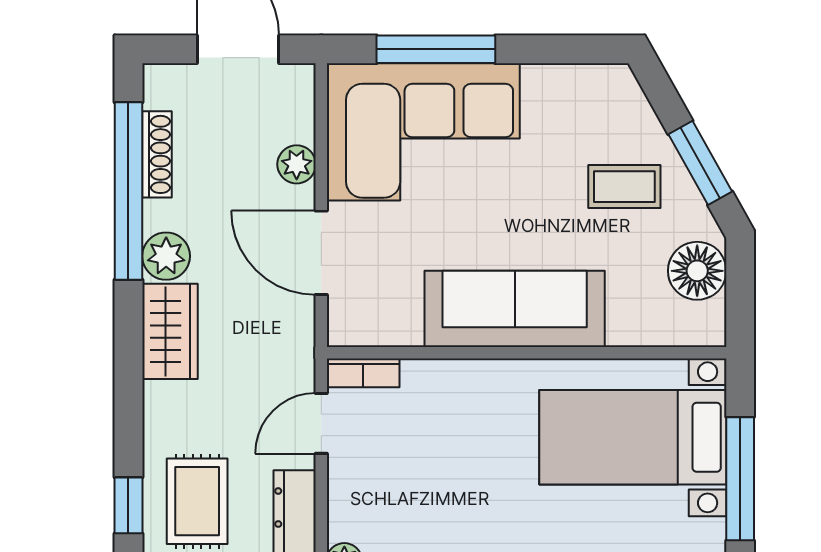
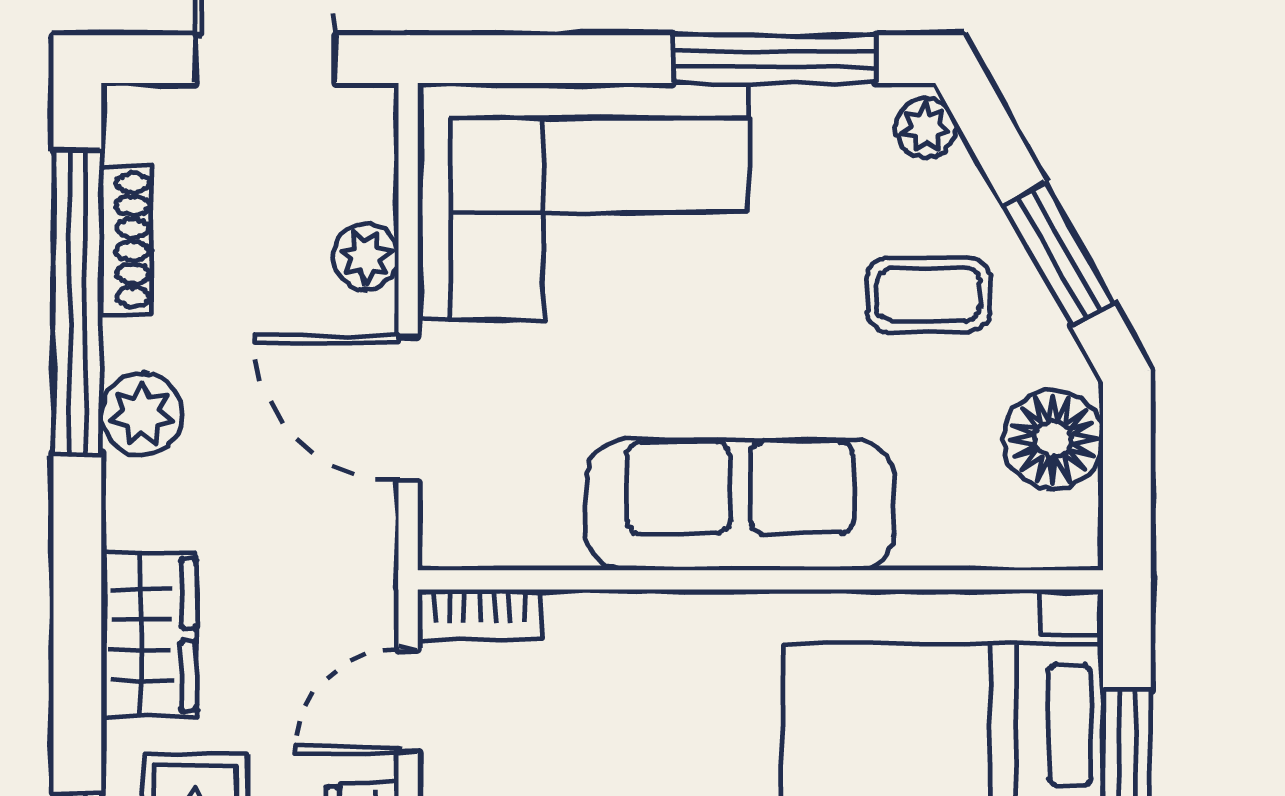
window: (436, 49) -> (775, 59), moved
plant: (623, 89) -> (926, 127), added
wardrobe: (170, 331) -> (149, 635), moved

